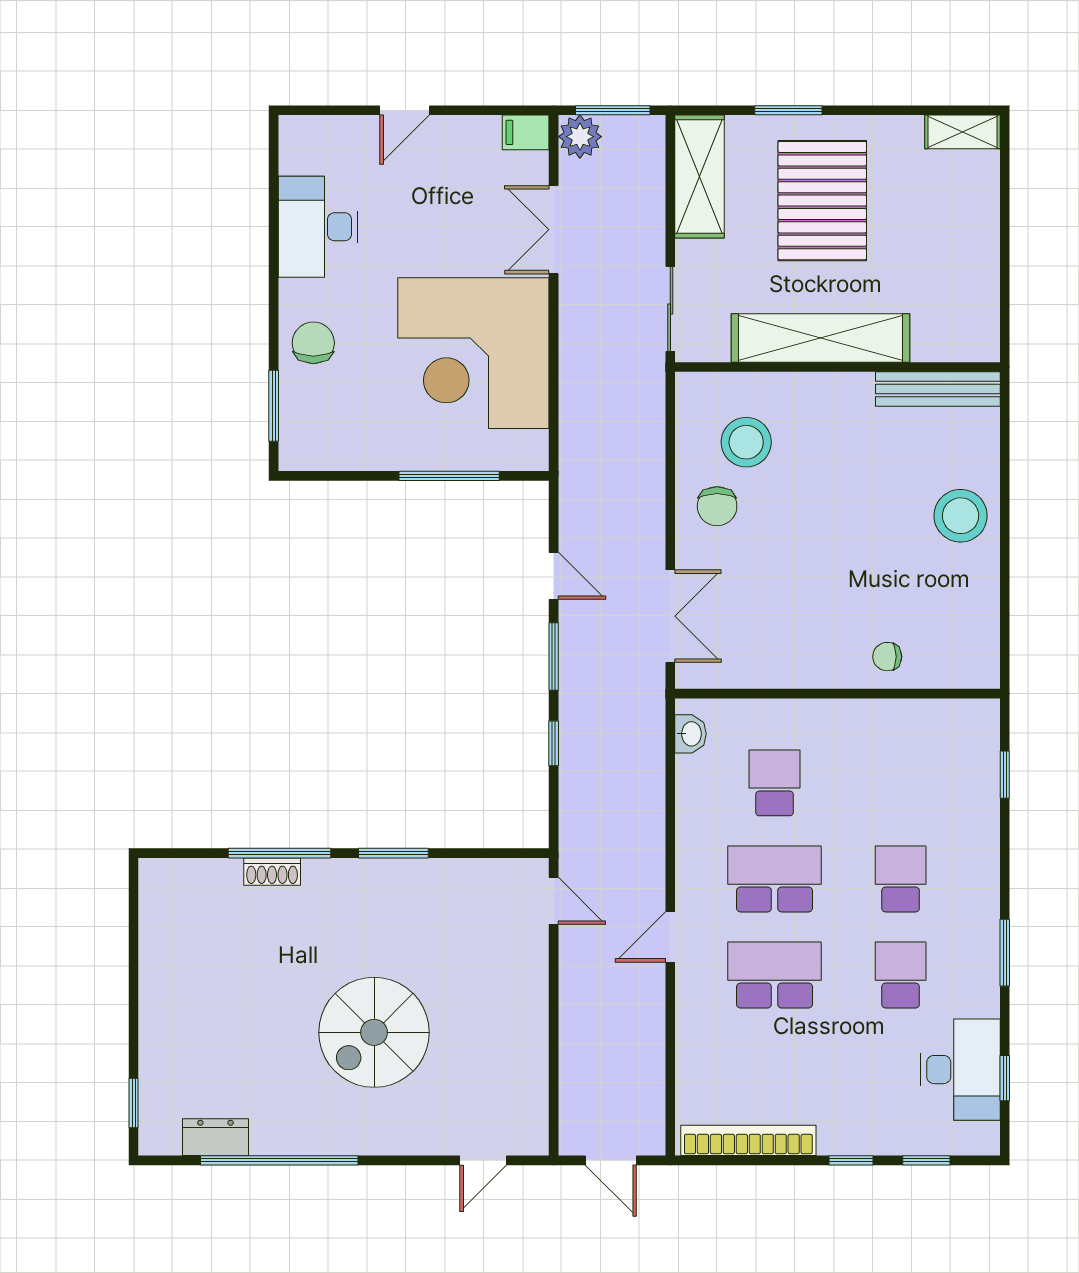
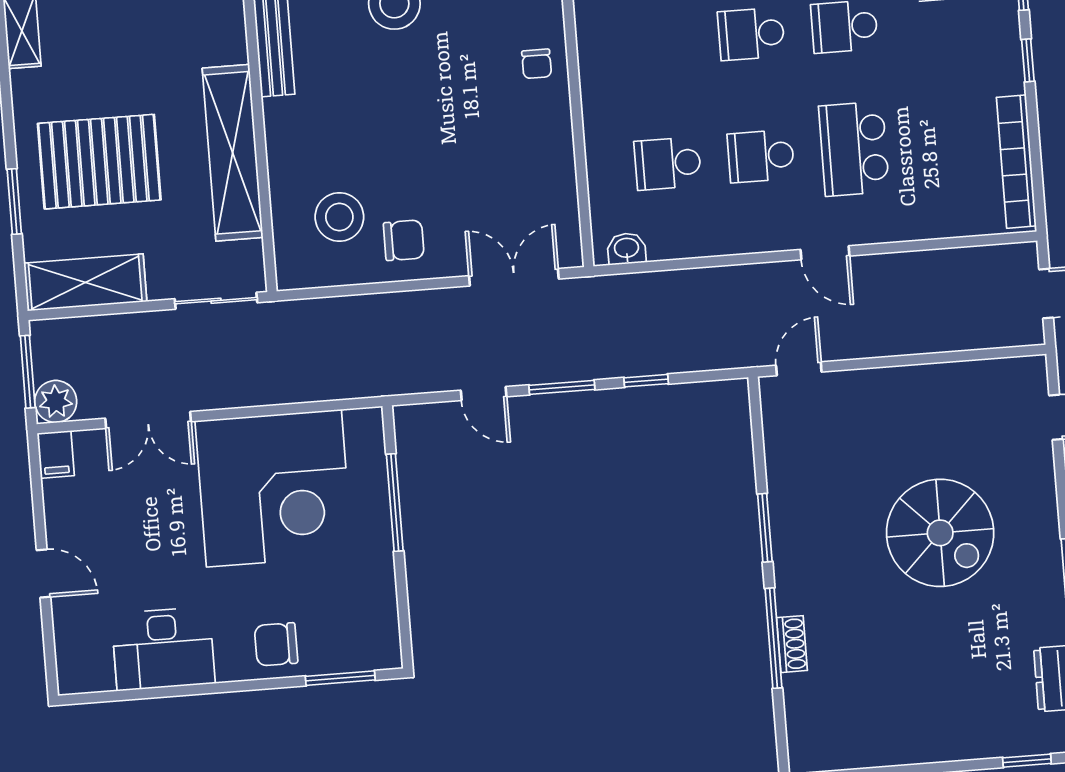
door: (554, 576) -> (484, 394), swing flipped
school desk: (775, 879) -> (761, 156), width x0.54

